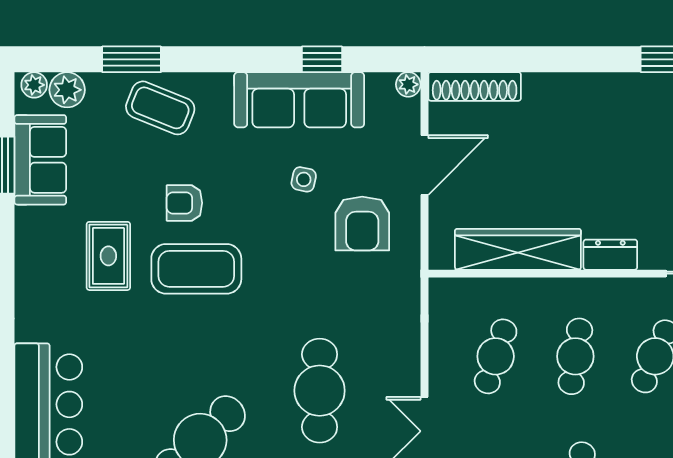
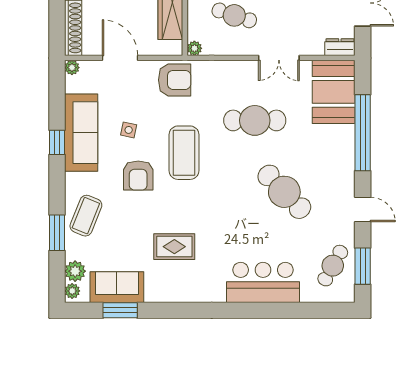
window: (322, 59) -> (57, 142), moved
armchair: (184, 203) -> (138, 176), moved, width x1.38, depth x1.38
armchair: (362, 224) -> (175, 80), moved
coffee table: (196, 269) -> (184, 153), moved
plant: (440, 290) -> (194, 48), added

